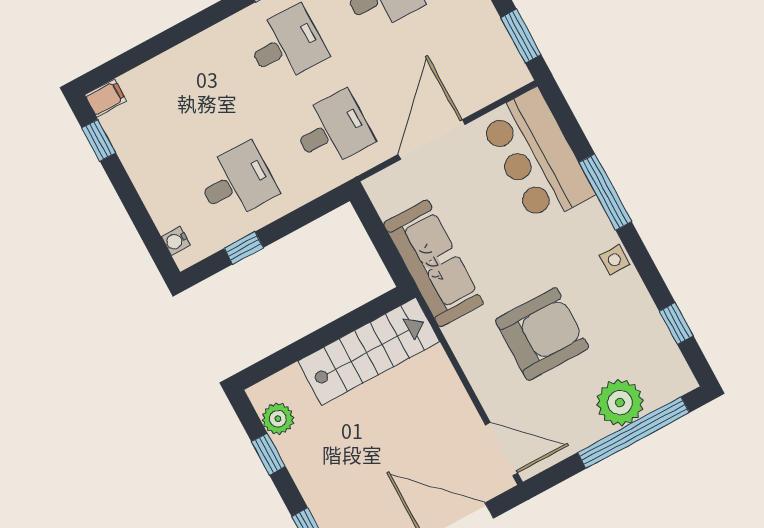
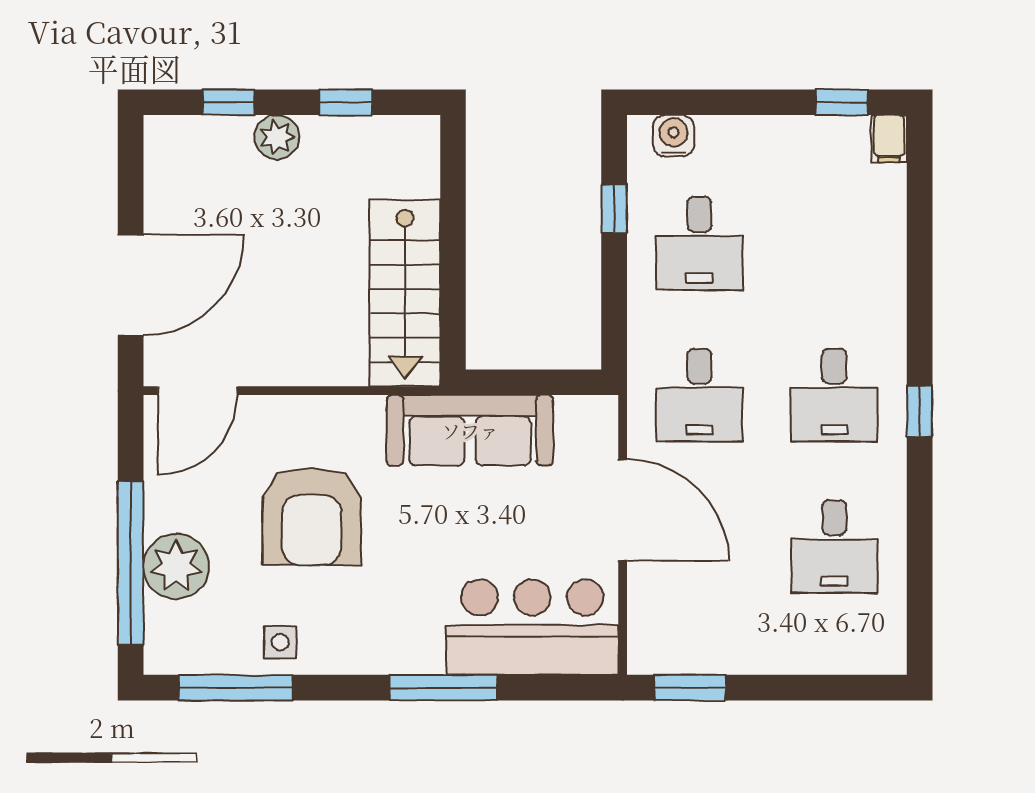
water cooler: (176, 241) -> (673, 136), width x1.38, depth x1.38
side table: (614, 260) -> (280, 642), moved
window: (676, 323) -> (236, 688), width x2.17
plant: (278, 419) -> (277, 137), moved

